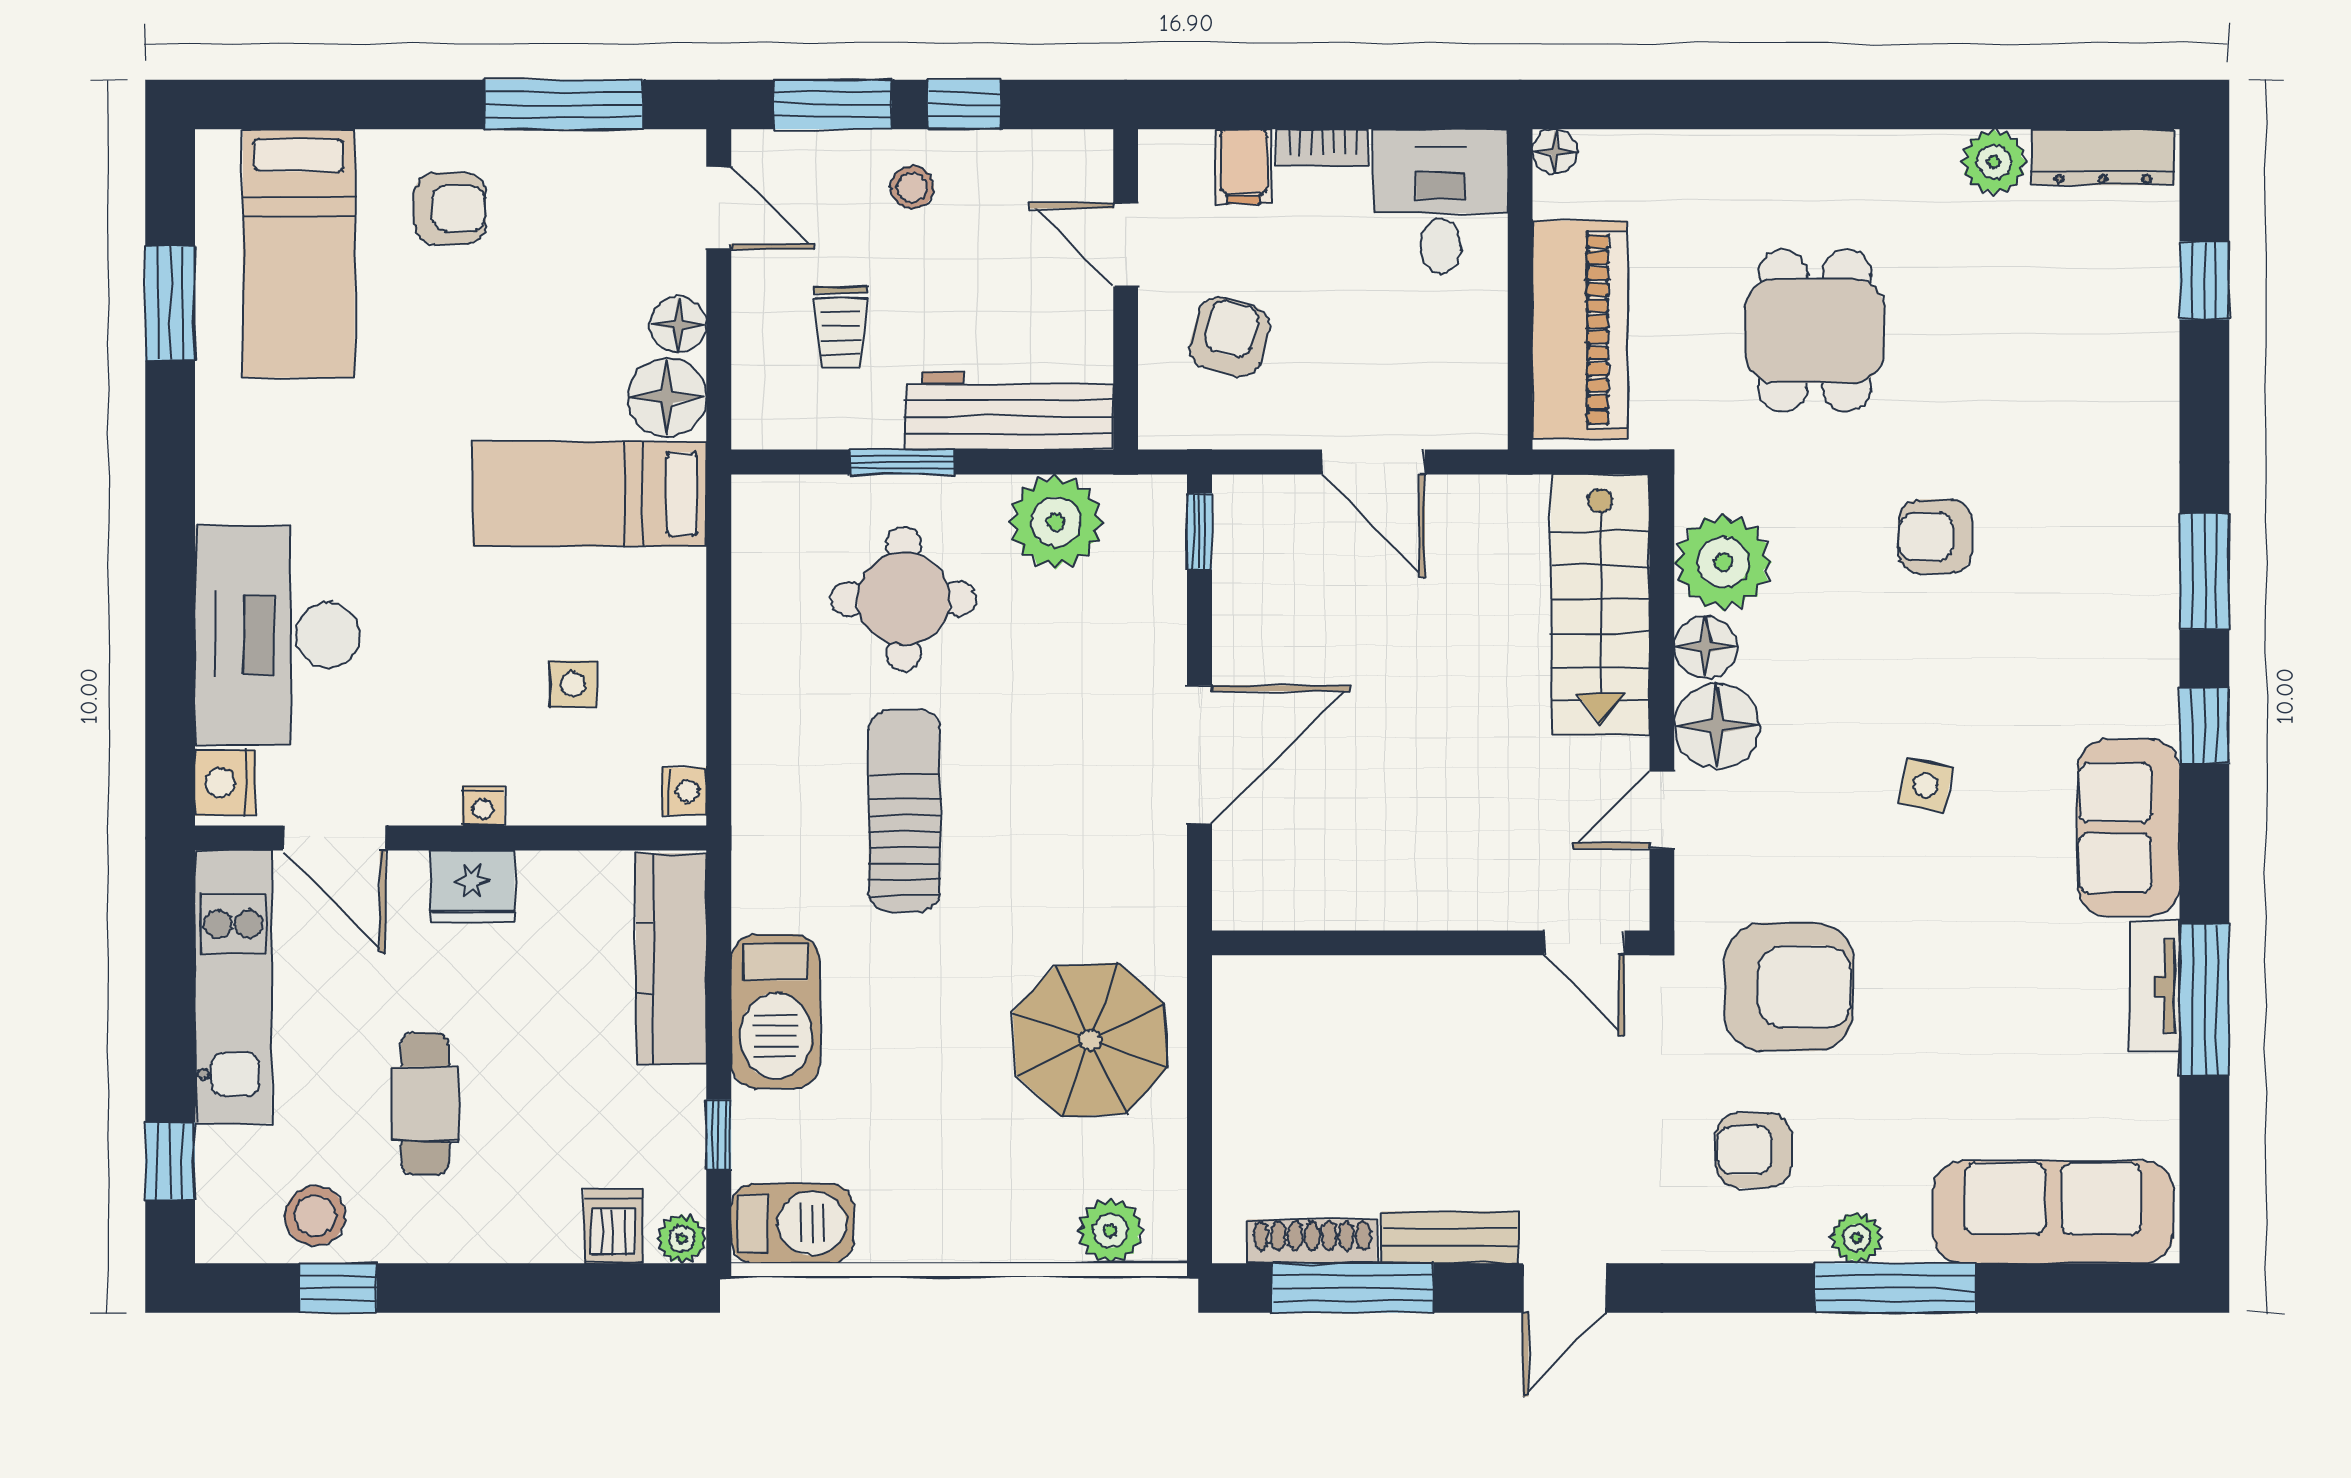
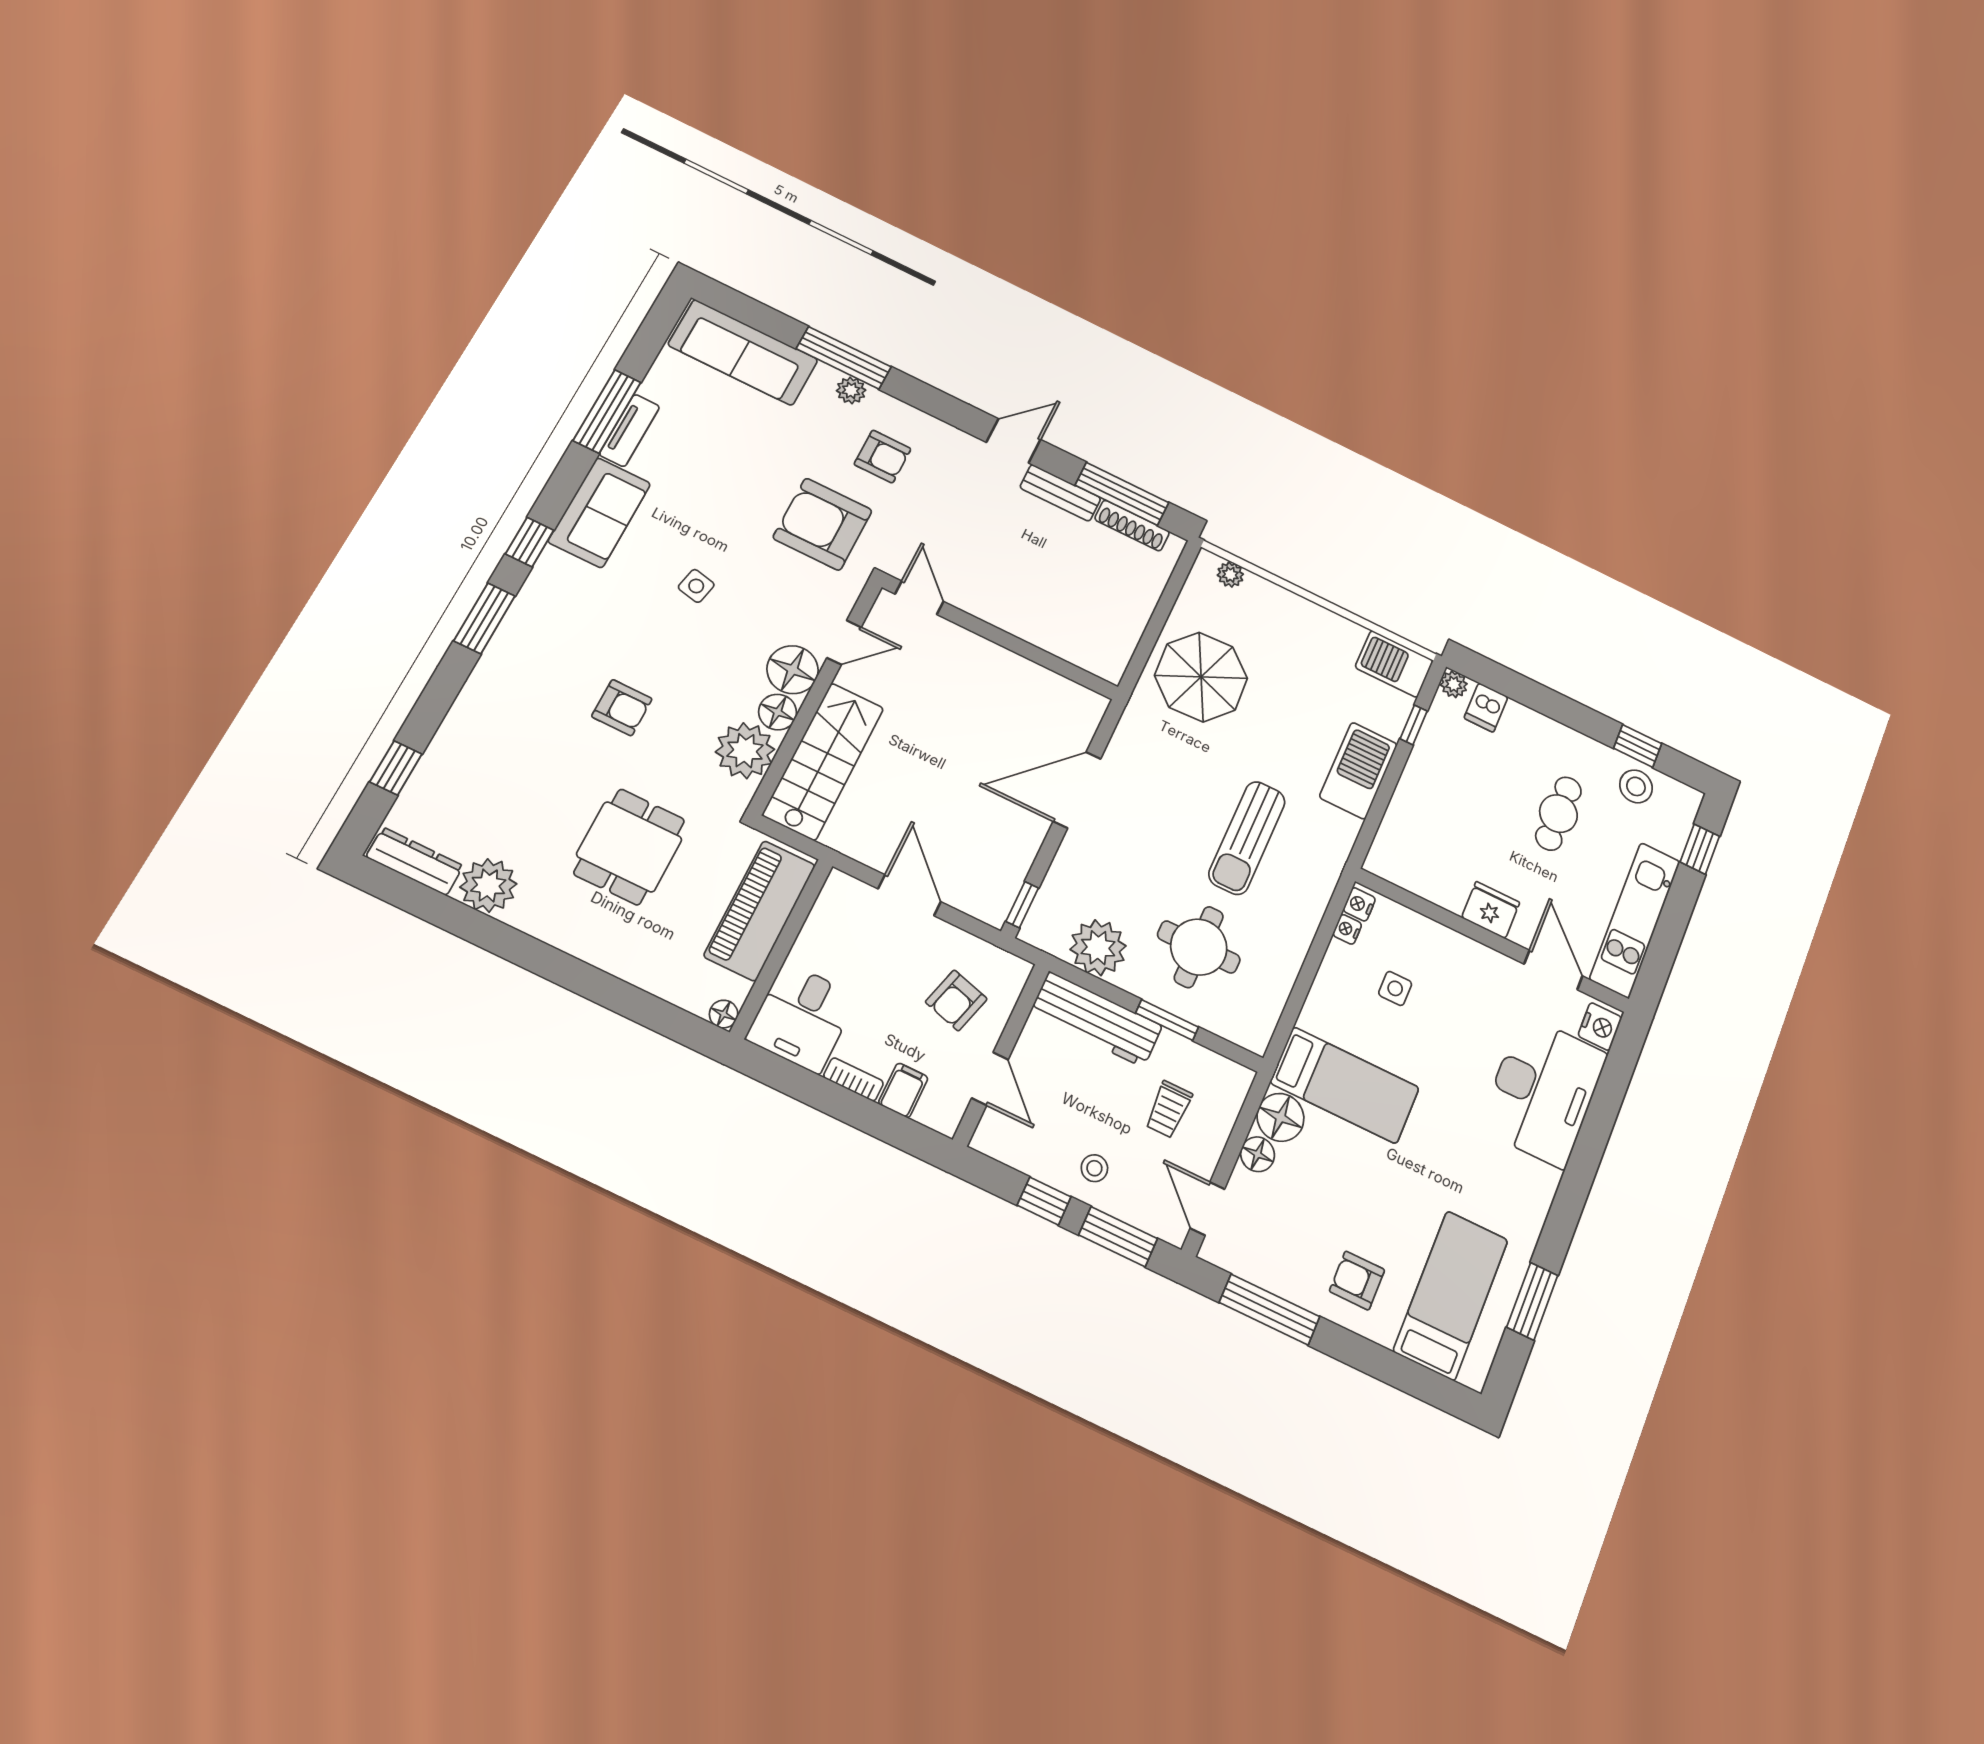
plant: (1994, 162) -> (488, 885), width x1.36, depth x1.36
trolley: (841, 327) -> (1169, 1109), turned 180
nightstand: (483, 806) -> (1347, 929), moved, turned -90
kitchen counter: (671, 959) -> (1402, 823), removed
plant: (1110, 1231) -> (1230, 575), width x0.73, depth x0.73

